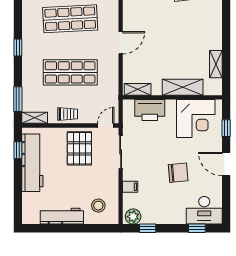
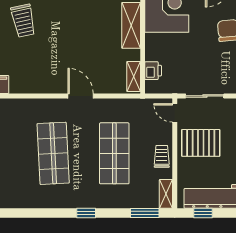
printer: (150, 110) -> (153, 71), width x0.53, depth x0.68

